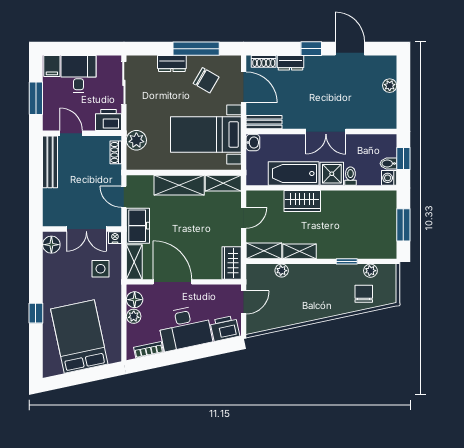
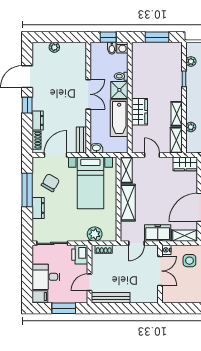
floor lamp: (51, 245) -> (172, 297), removed

